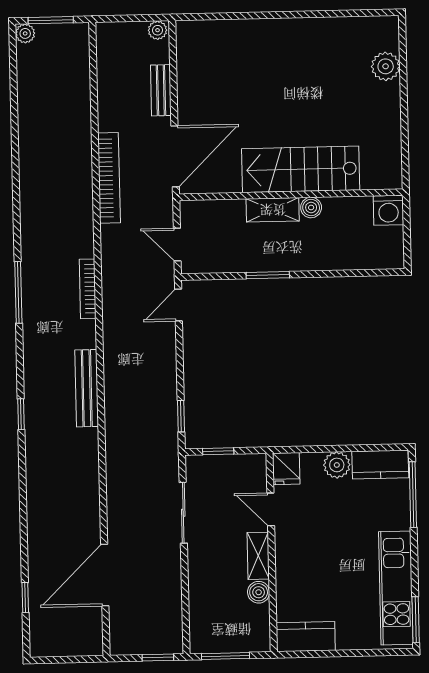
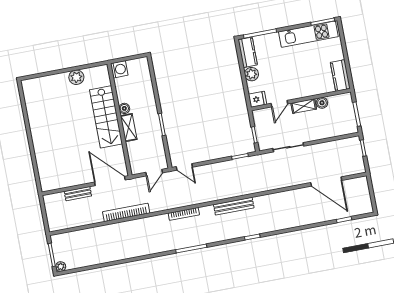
plant: (158, 30) -> (48, 200), removed
plant: (386, 66) -> (76, 77), moved

